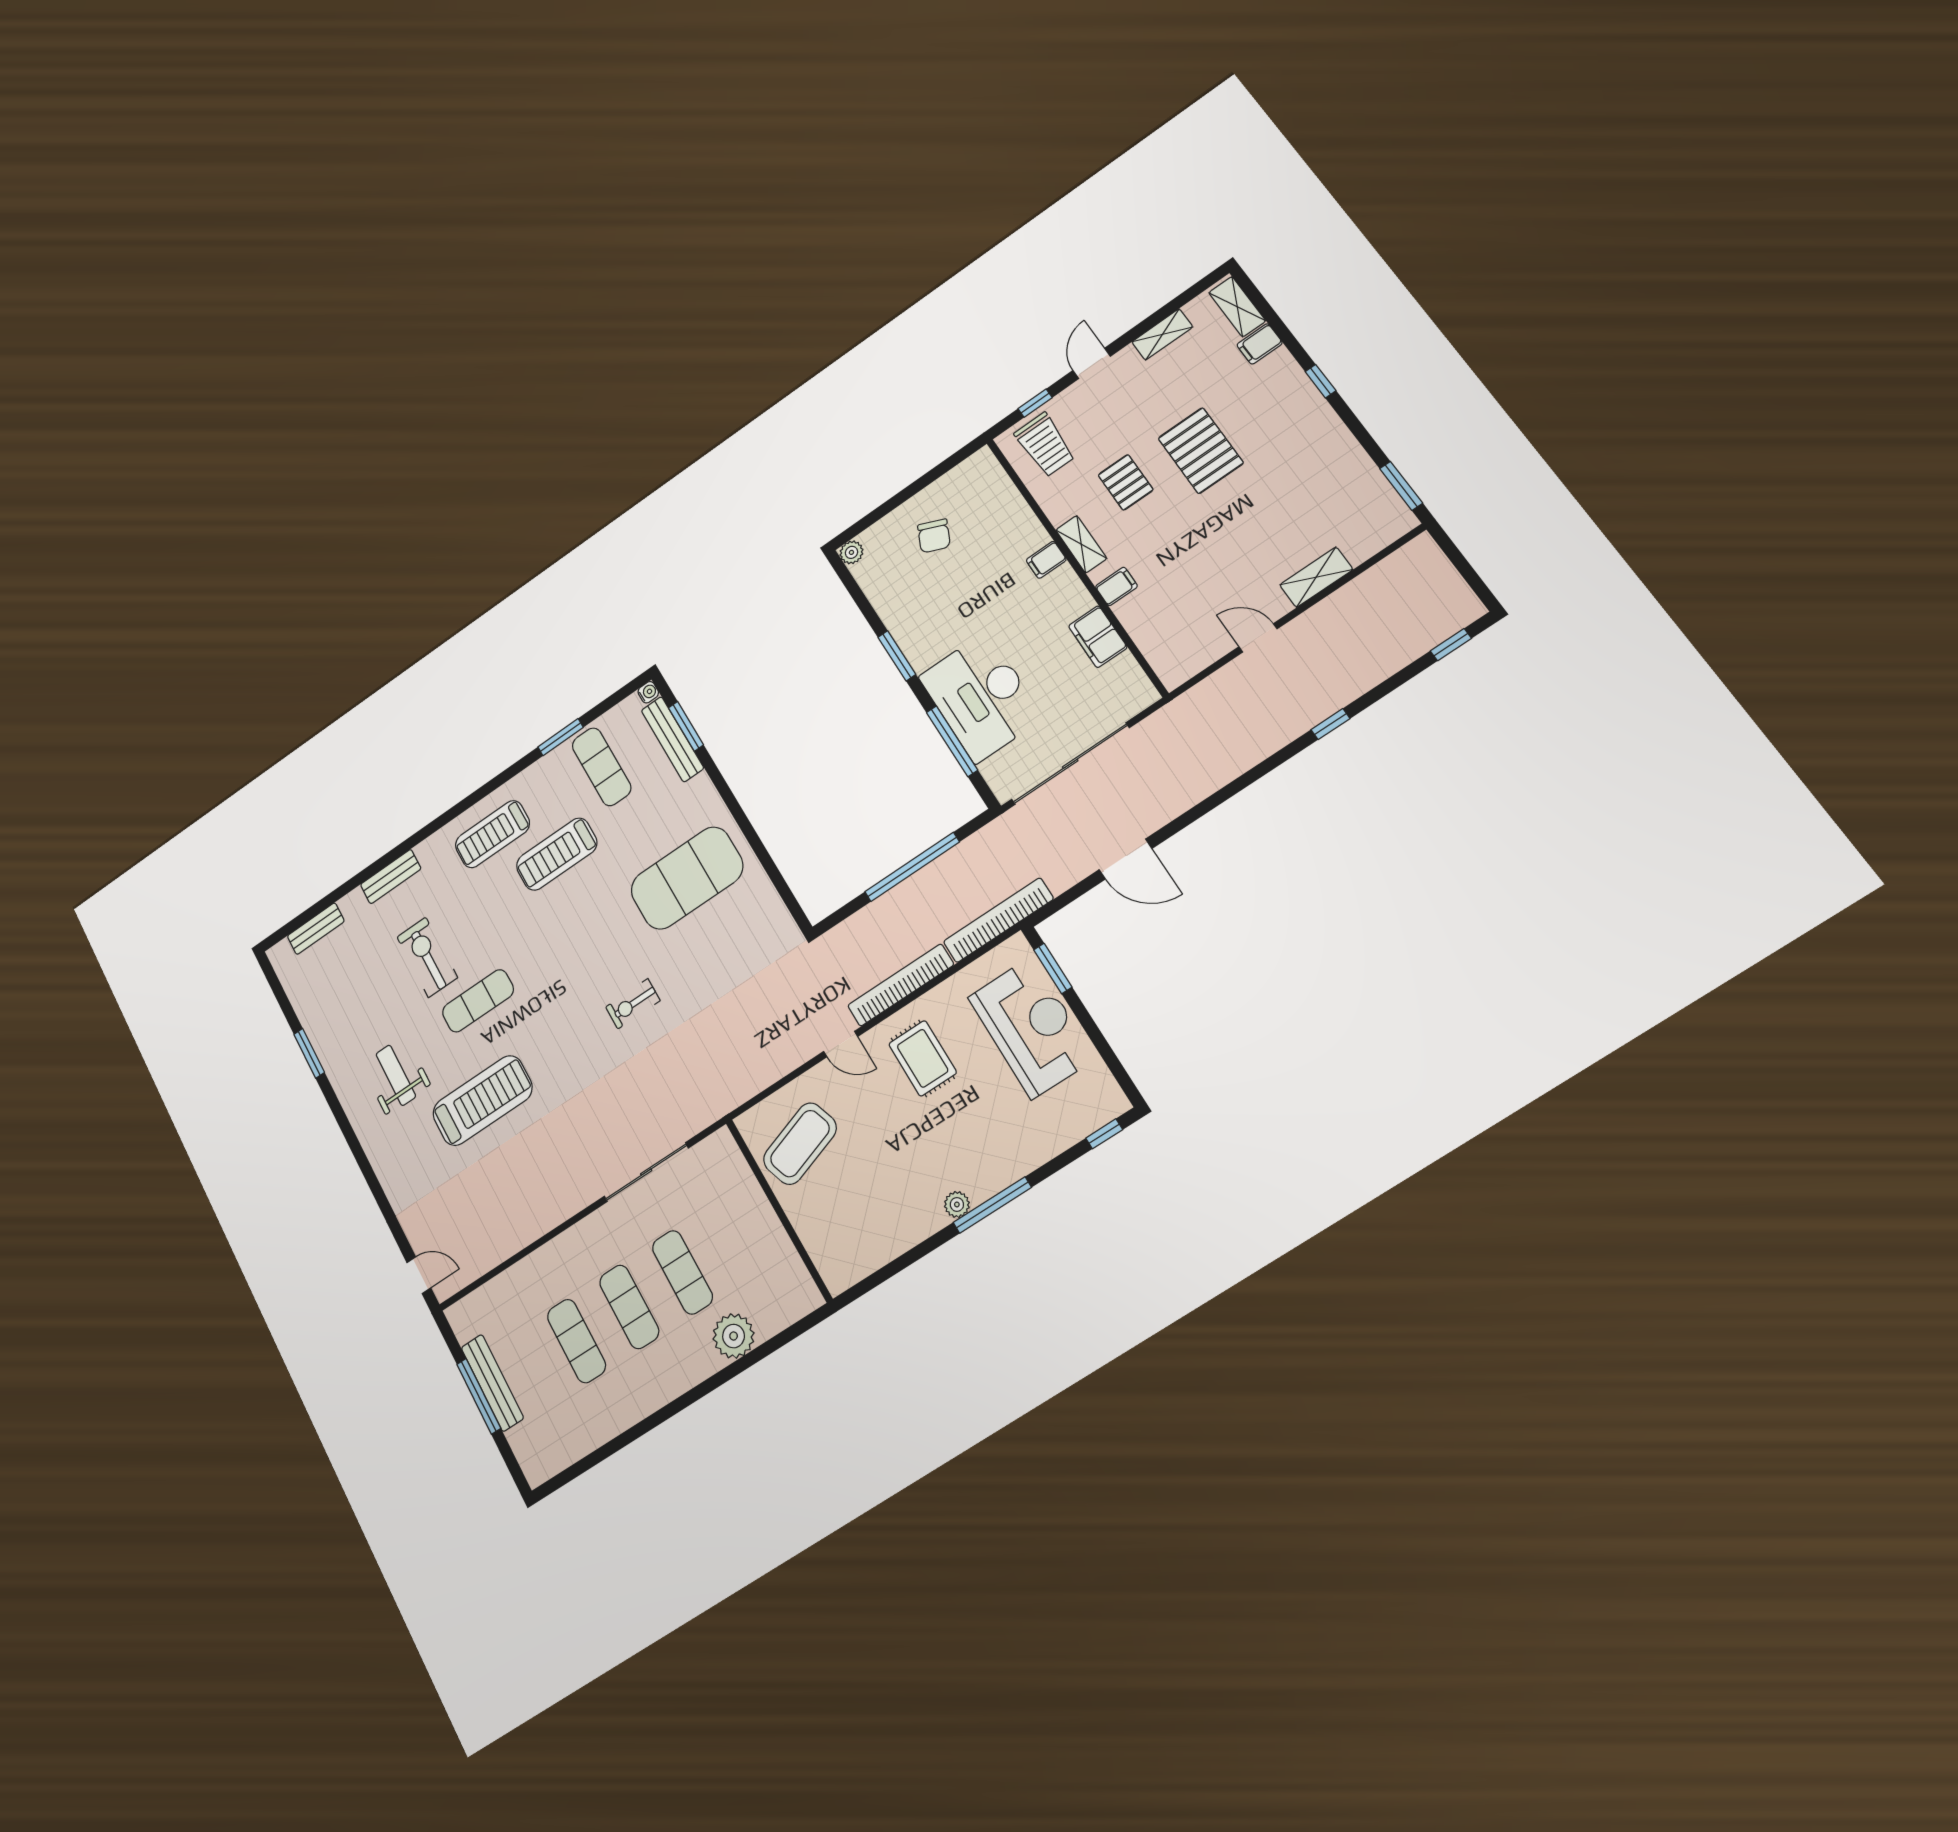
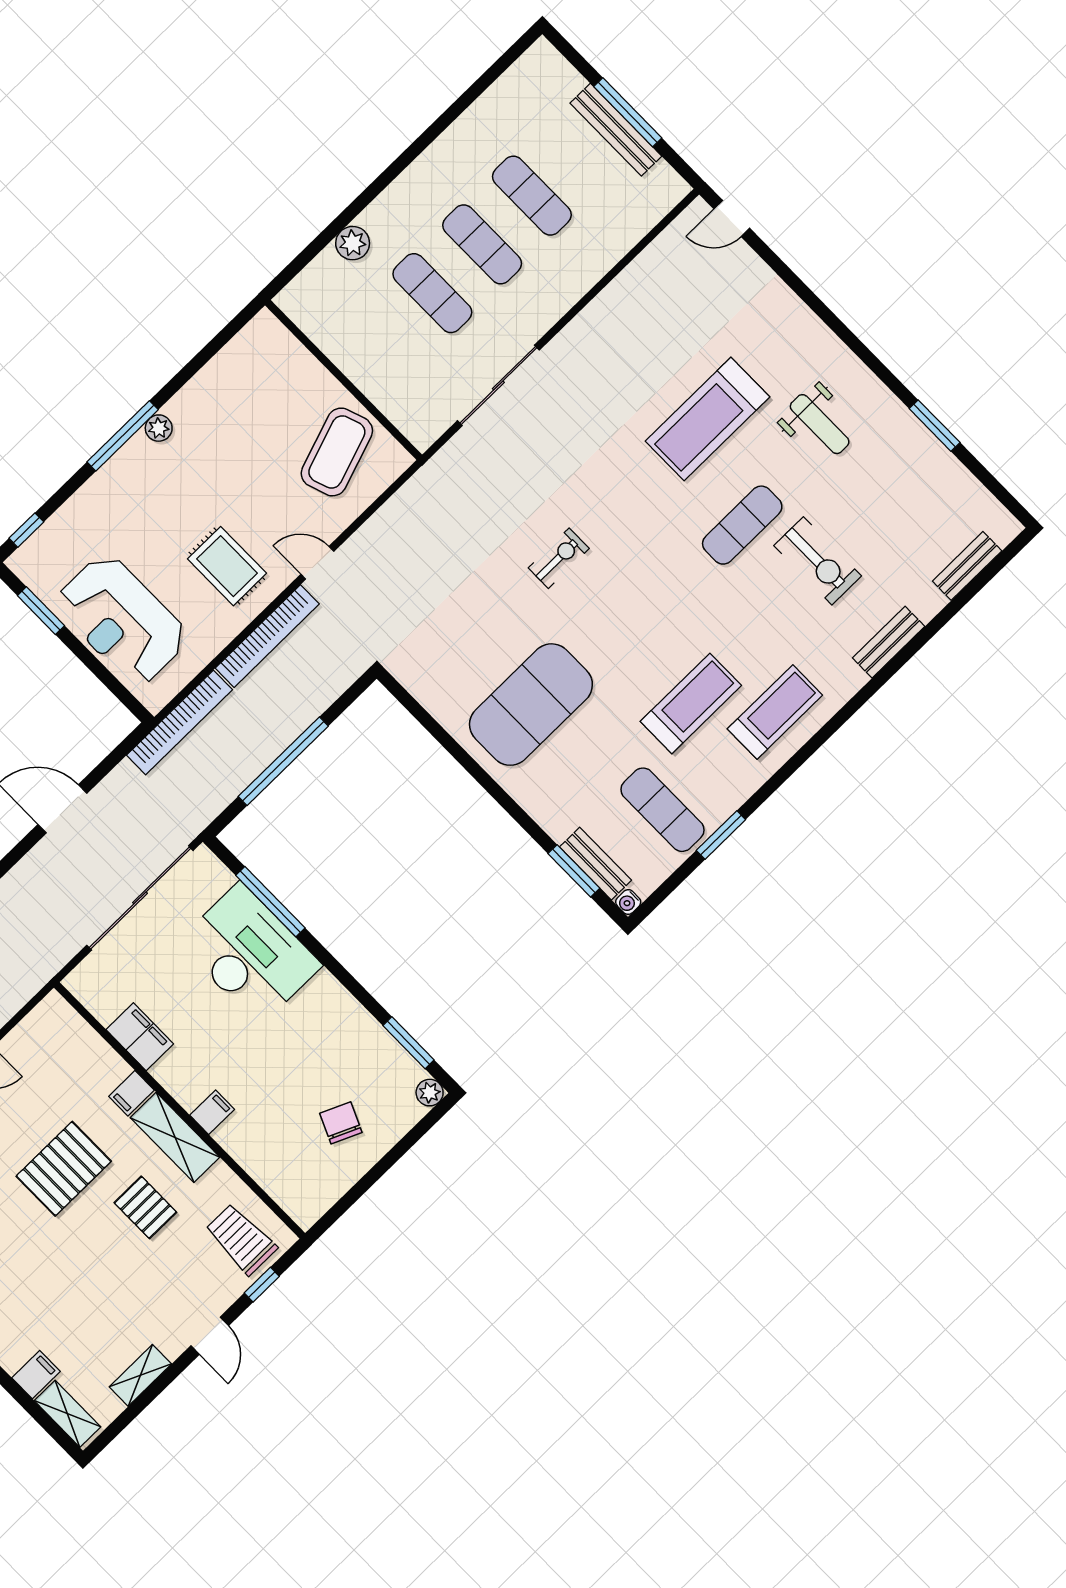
pallet: (1201, 451) -> (64, 1169), moved, turned 90
shelving: (1081, 544) -> (175, 1137), width x1.50, depth x1.33
window: (897, 656) -> (409, 1043), moved
bench: (672, 739) -> (596, 864), width x0.73
window: (1053, 968) -> (41, 611), moved
plant: (734, 1336) -> (353, 243), width x0.73, depth x0.73

